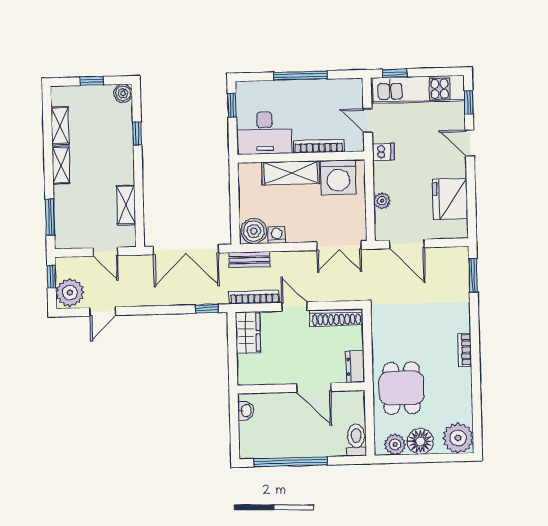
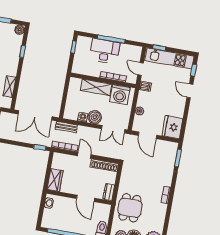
desk: (265, 133) -> (105, 51), moved, turned 180
fridge: (450, 199) -> (172, 127), moved
boiler: (254, 231) -> (95, 117), moved
wardrobe: (248, 332) -> (55, 180), moved

